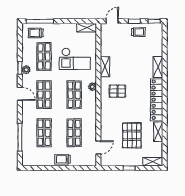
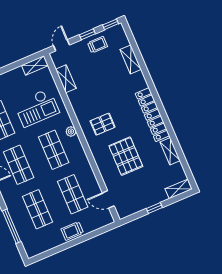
shelving: (105, 67) -> (66, 79), moved
shelving: (158, 67) -> (131, 59), moved
pallet: (132, 135) -> (126, 156), moved
door: (98, 147) -> (108, 199), swing flipped

